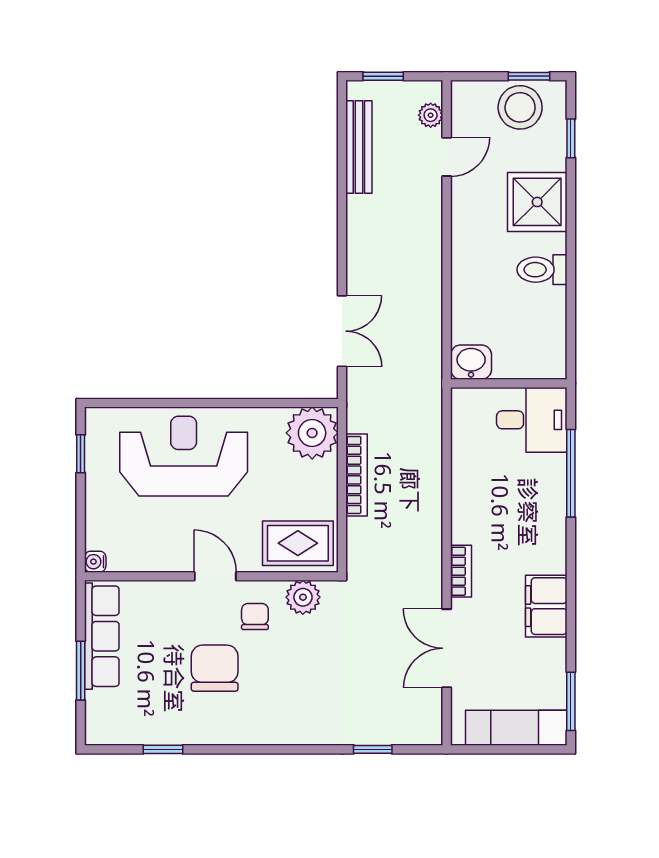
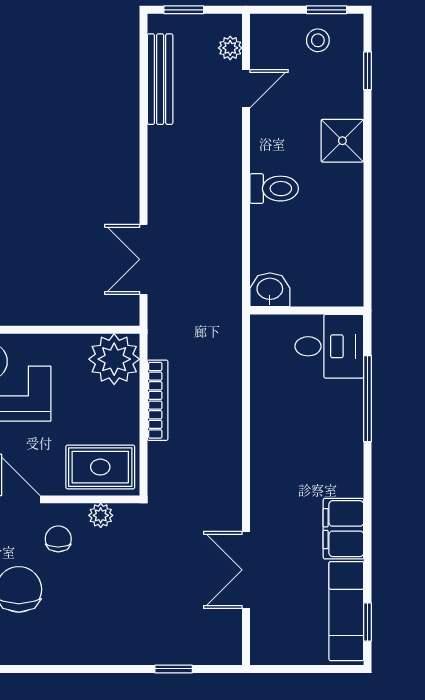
stool: (520, 107) -> (318, 40), width x0.53, depth x0.53
shower: (537, 202) -> (342, 141), width x0.73, depth x0.73
toilet: (542, 270) -> (274, 189), moved, turned 180
double door: (342, 331) -> (144, 259), swing flipped
bookcase: (461, 571) -> (260, 494), removed
plant: (303, 597) -> (101, 515), width x0.73, depth x0.73
window: (571, 701) -> (368, 622), width x0.67
exam couch: (516, 728) -> (346, 611), moved, turned -90

